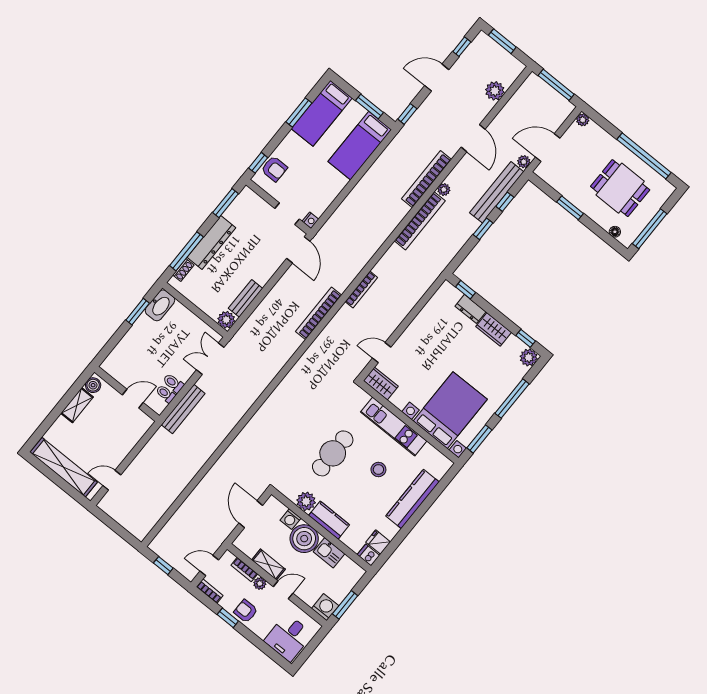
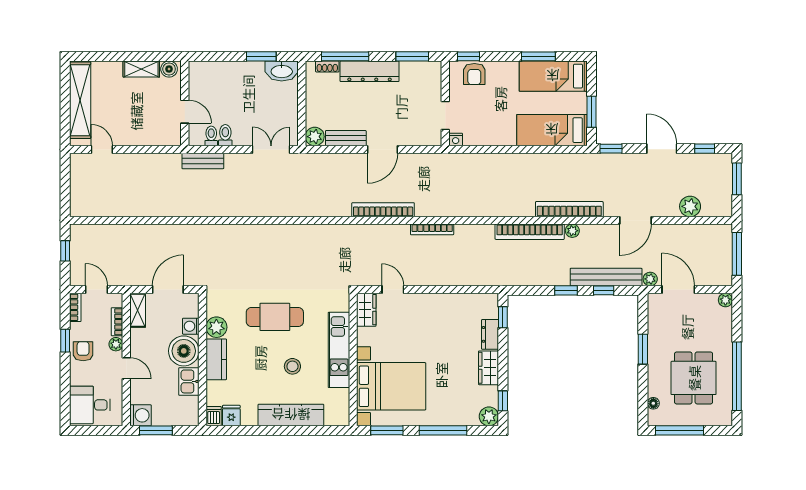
door: (298, 250) -> (383, 149), moved
bench: (183, 409) -> (203, 161), width x0.73
shelving: (268, 565) -> (138, 310), moved

